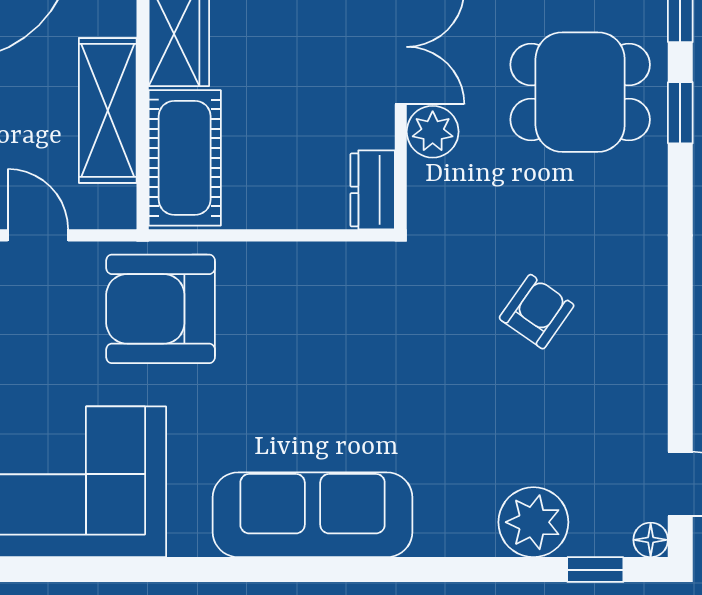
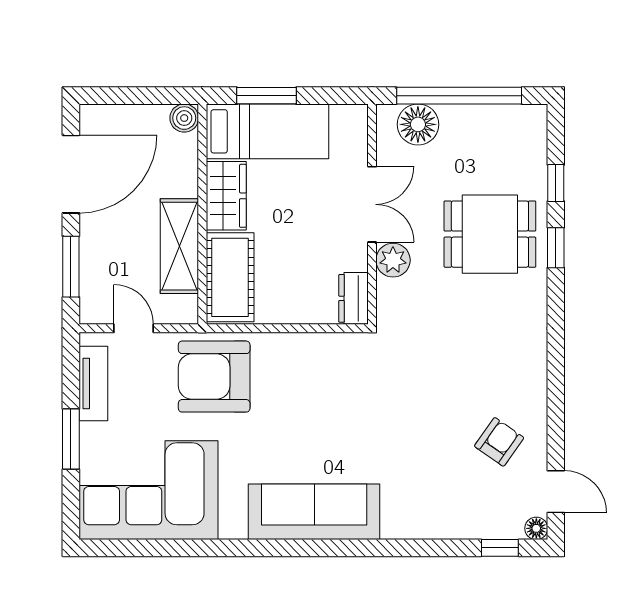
armchair: (537, 312) -> (499, 442), moved
plant: (533, 522) -> (459, 517), removed

